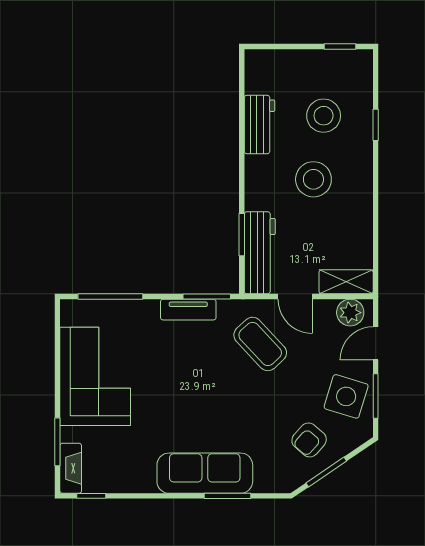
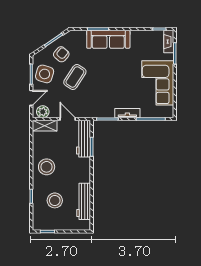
workbench: (259, 124) -> (84, 201), width x1.38
stool: (313, 179) -> (47, 167), moved
tv unit: (188, 310) -> (127, 113), moved
coffee table: (260, 344) -> (75, 77), moved, turned 76

